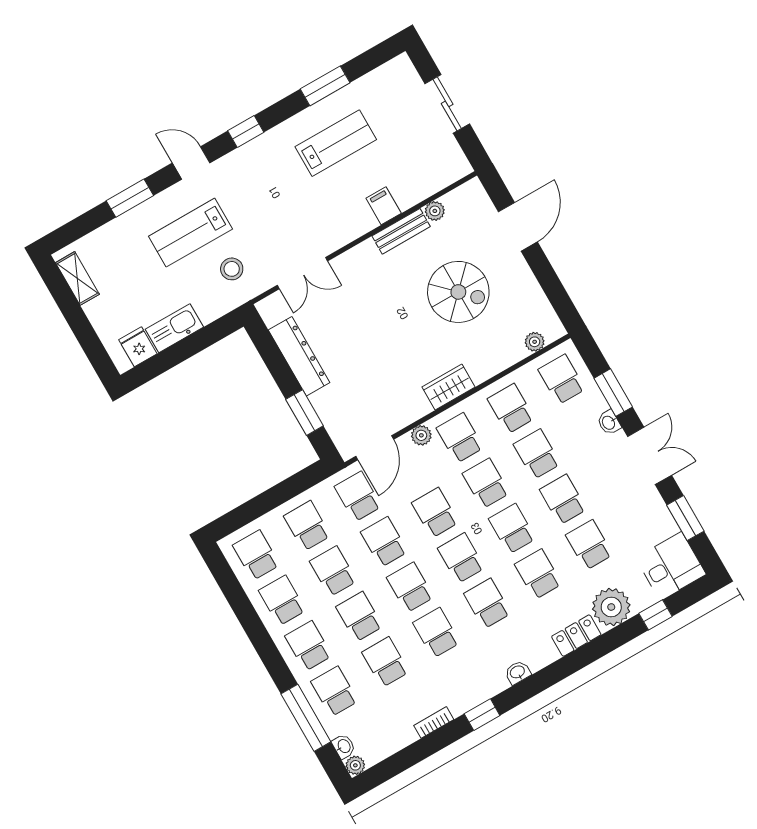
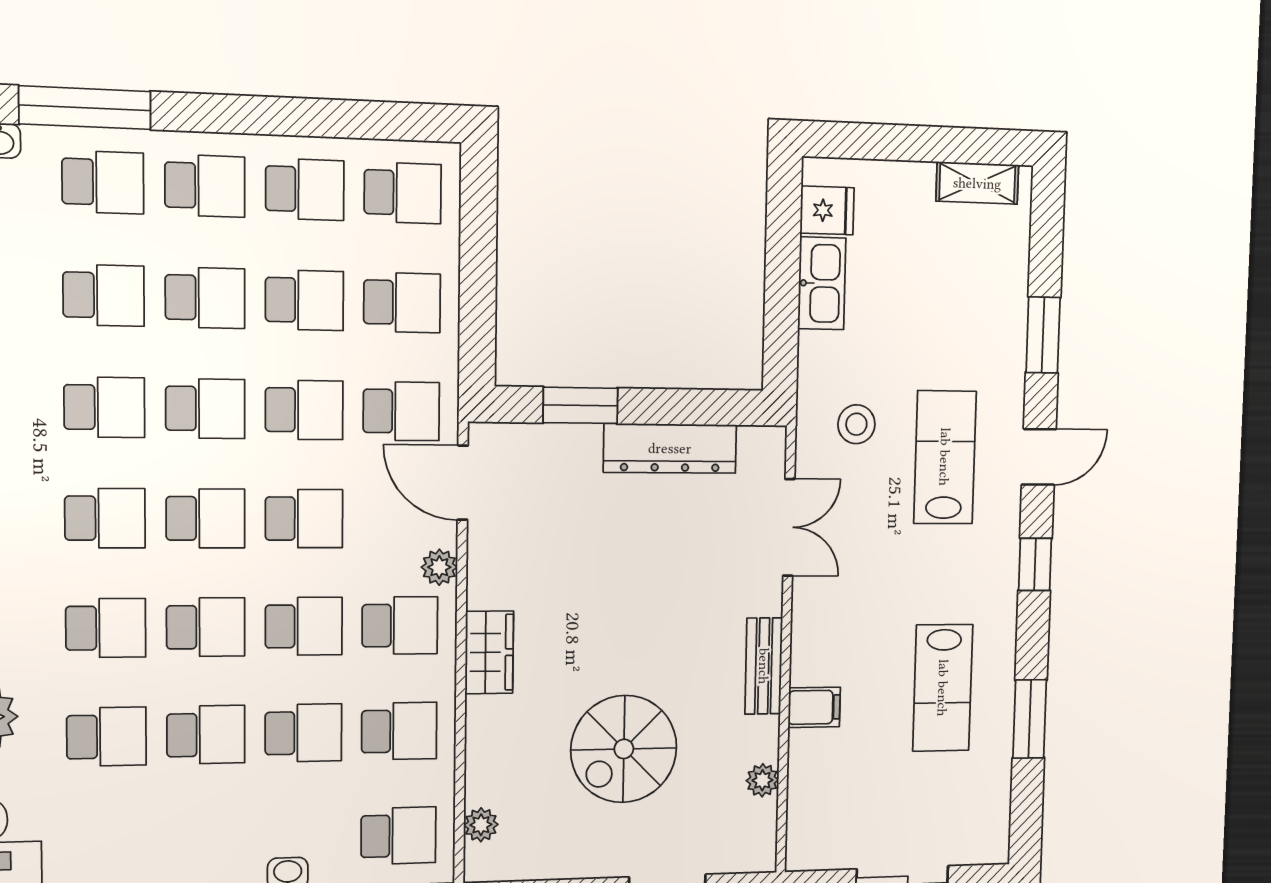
bench: (401, 231) -> (764, 666), moved
lab bench: (190, 233) -> (945, 457), moved
double door: (302, 273) -> (789, 527), swing flipped

